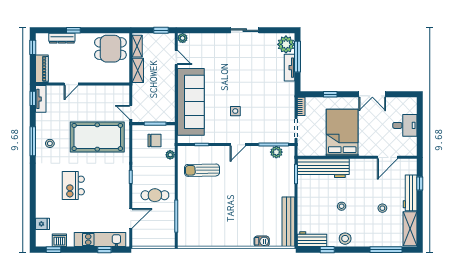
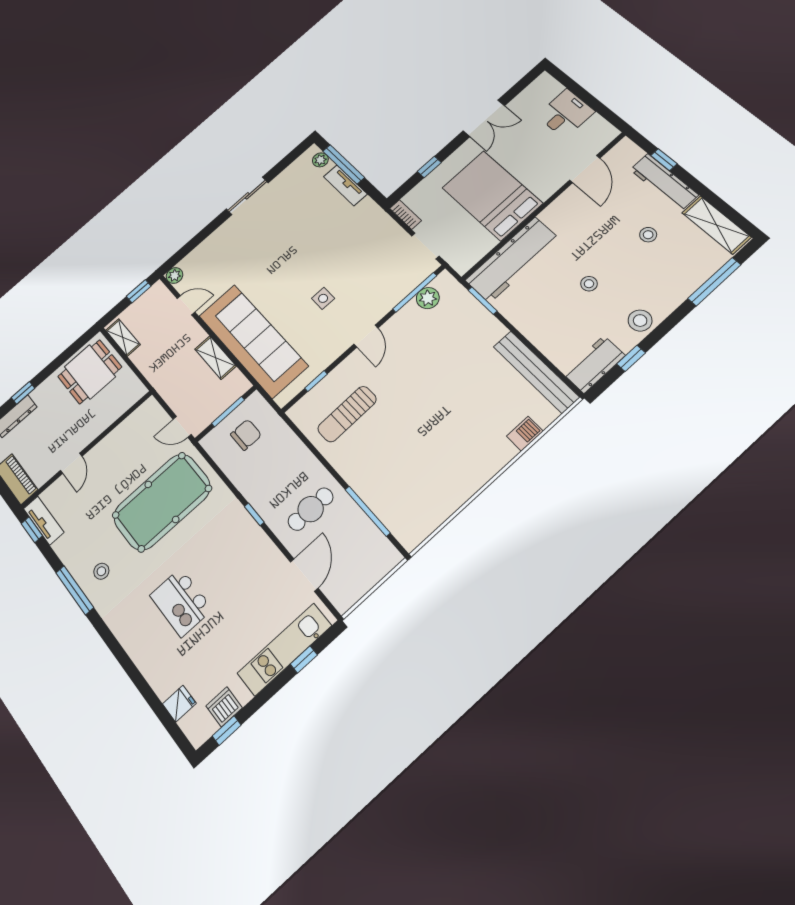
plant: (286, 44) -> (320, 160), width x0.53, depth x0.53
shelving: (138, 70) -> (215, 358), moved
plant: (170, 155) -> (284, 434), removed

